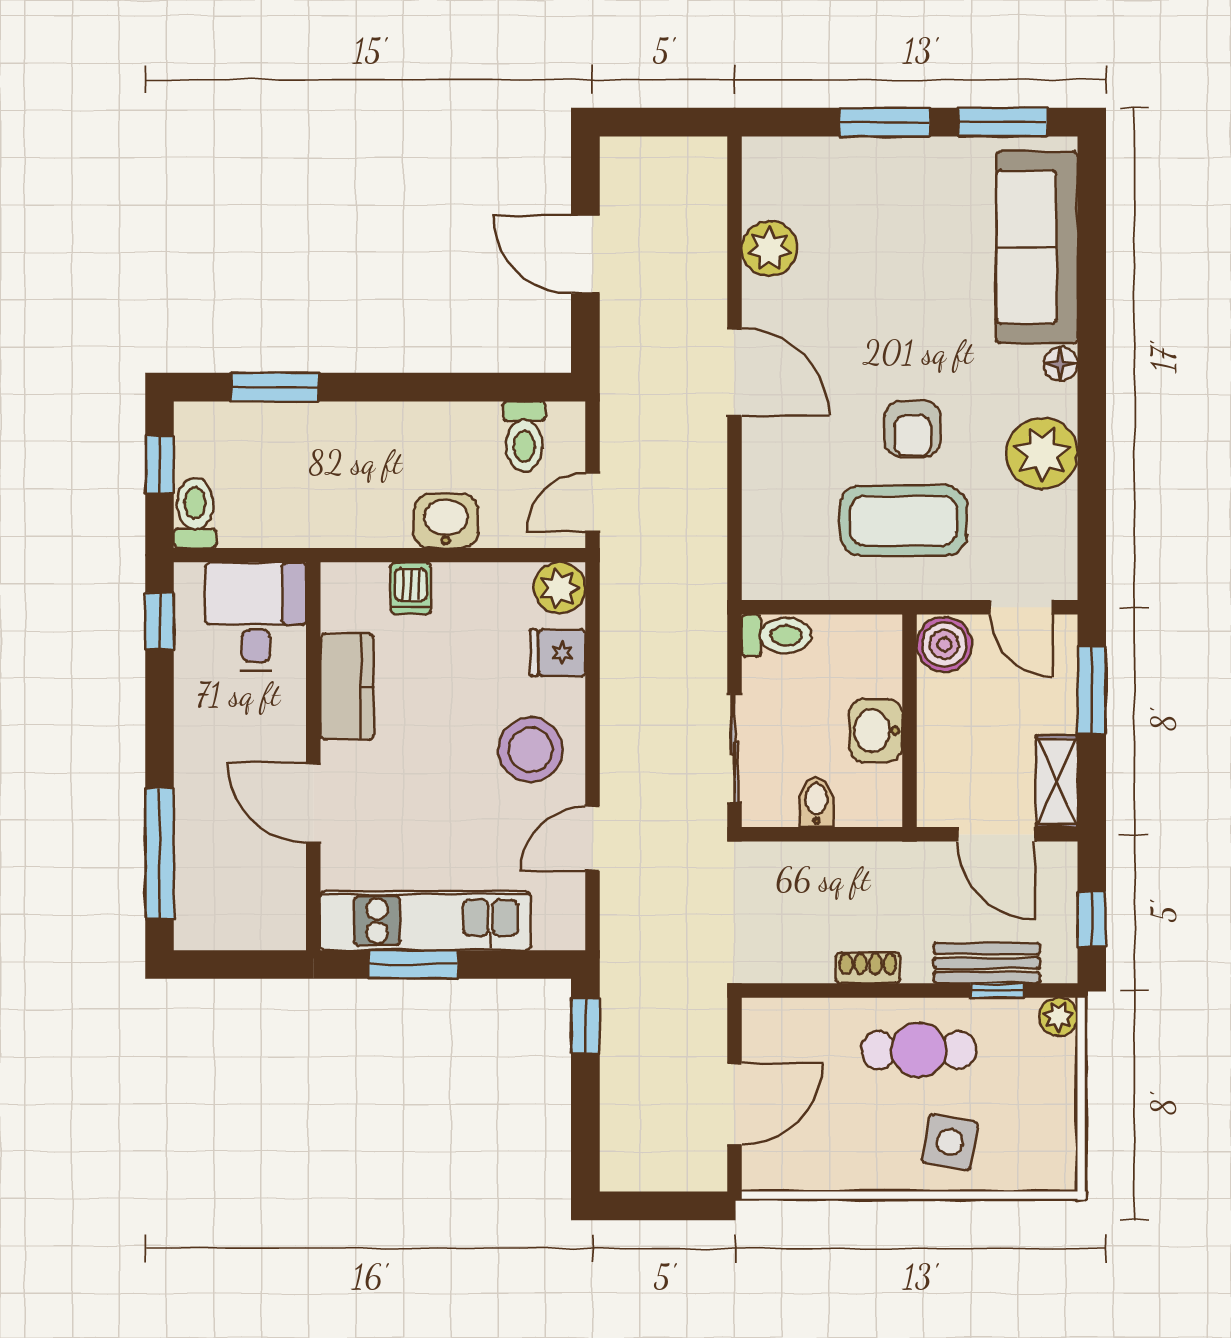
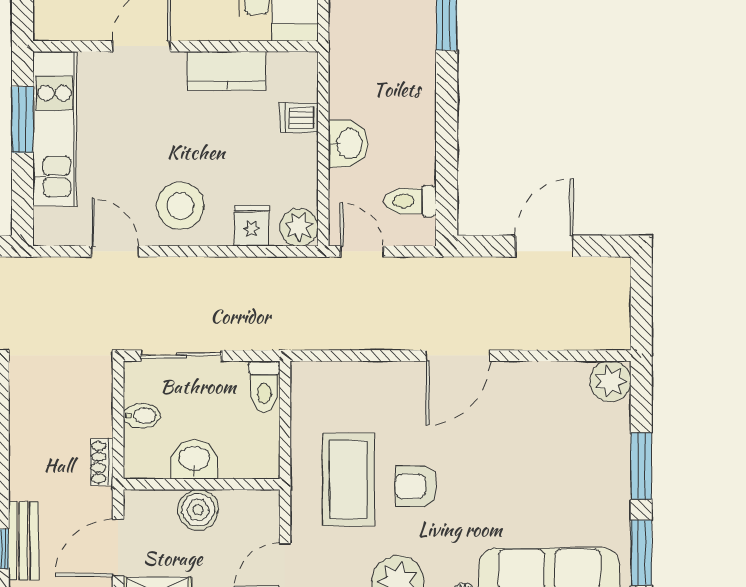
plant: (769, 249) -> (610, 381), moved
boiler: (944, 644) -> (198, 510), moved
shoe rack: (868, 968) -> (101, 462), moved, turned 180

